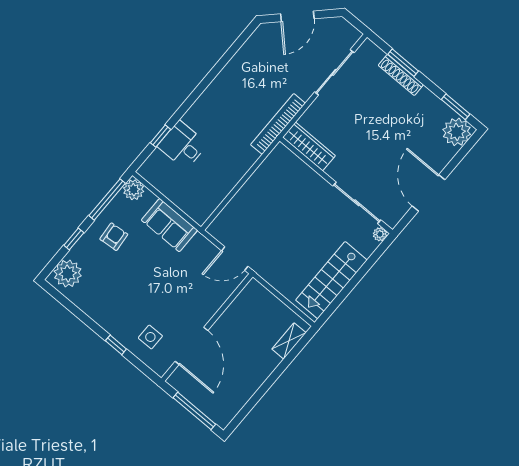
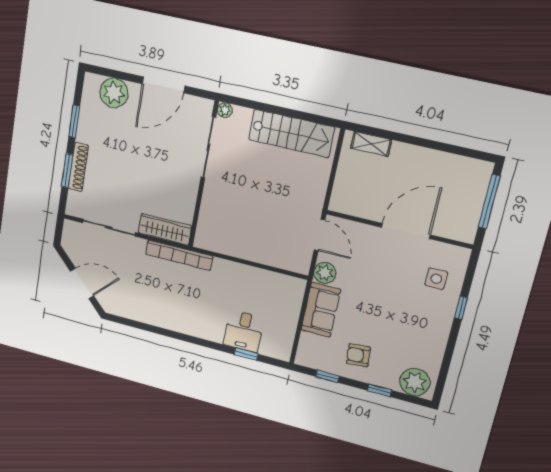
window: (456, 107) -> (74, 121), moved
plant: (457, 132) -> (114, 93), moved
wardrobe: (309, 146) -> (165, 229), moved, turned 90
plant: (134, 190) -> (325, 273), moved
window: (107, 199) -> (327, 376), width x0.46
door: (191, 346) -> (406, 231), moved

